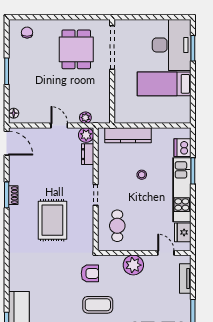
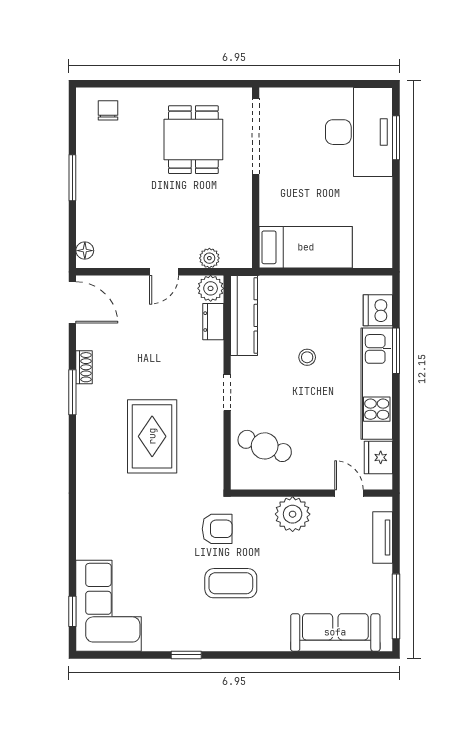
bed: (164, 84) -> (306, 247), moved, turned 180
door: (59, 125) -> (164, 272), swing flipped
kitchen counter: (128, 135) -> (244, 315), moved, turned -90
shoe rack: (13, 195) -> (84, 367), moved
cafe table: (117, 226) -> (265, 446), turned -70

